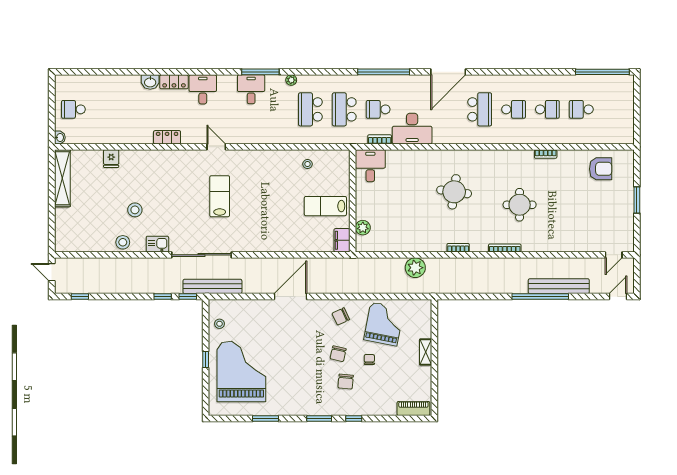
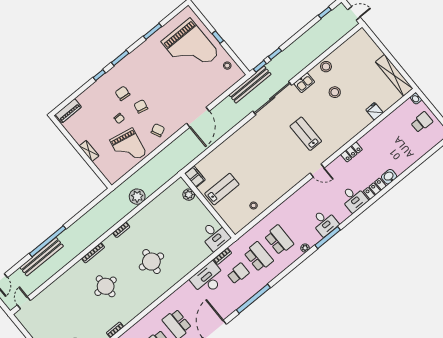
lab bench: (220, 196) -> (306, 134), moved, turned 180

